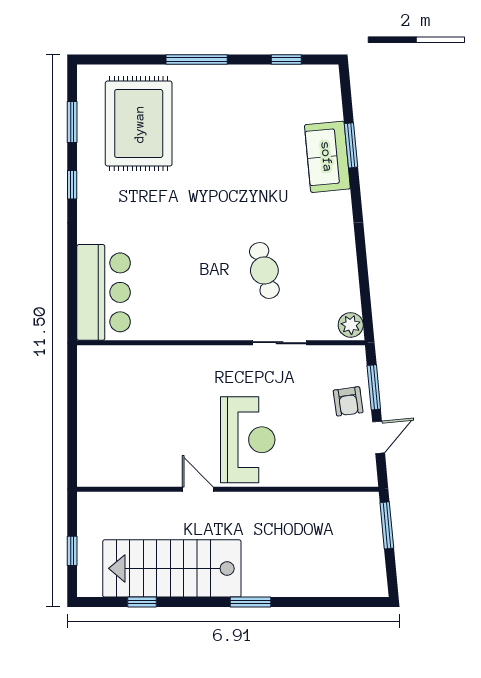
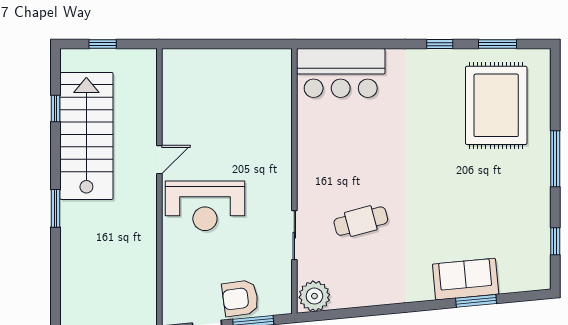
rug: (139, 124) -> (496, 105), turned 90
plant: (351, 325) -> (314, 296), width x1.36, depth x1.36
armchair: (348, 401) -> (240, 298), width x1.38, depth x1.38

